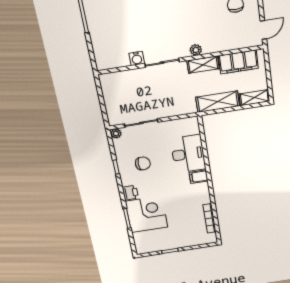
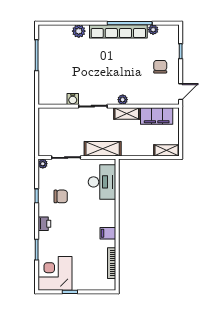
shelving: (218, 102) -> (103, 149), moved
desk: (188, 154) -> (102, 182), moved
filing cabinet: (199, 177) -> (108, 233), moved
corner desk: (147, 214) -> (55, 273), moved, turned -90

